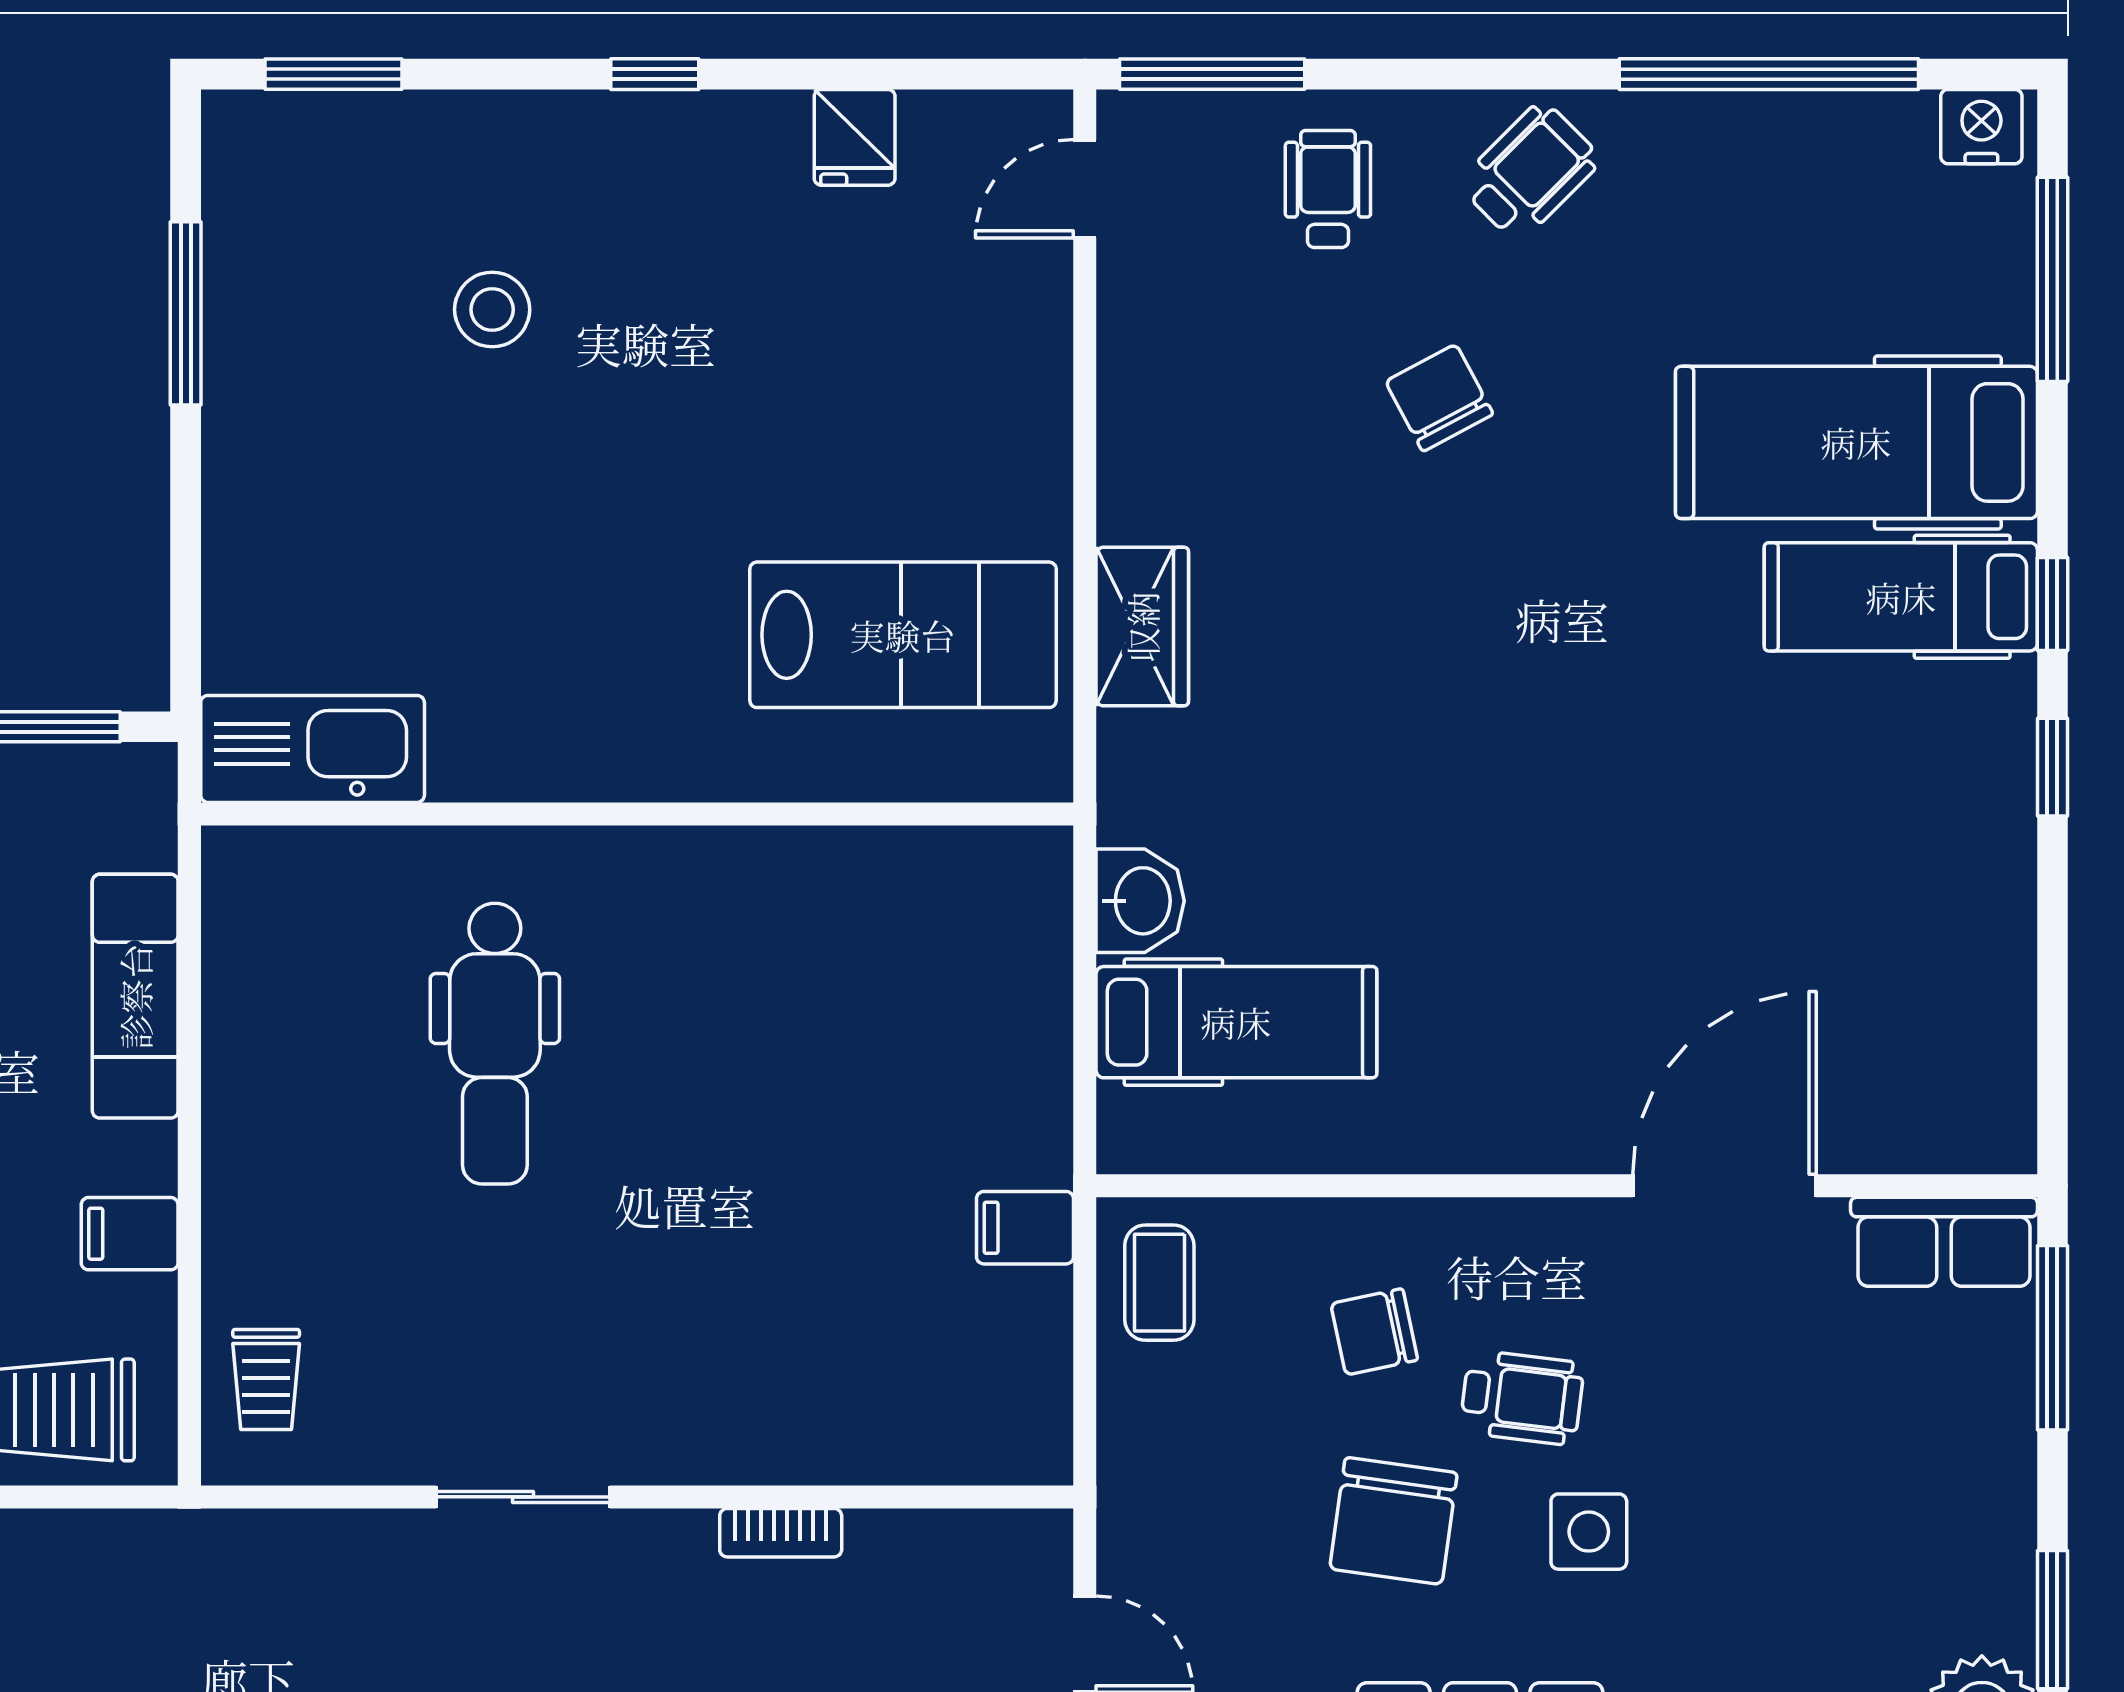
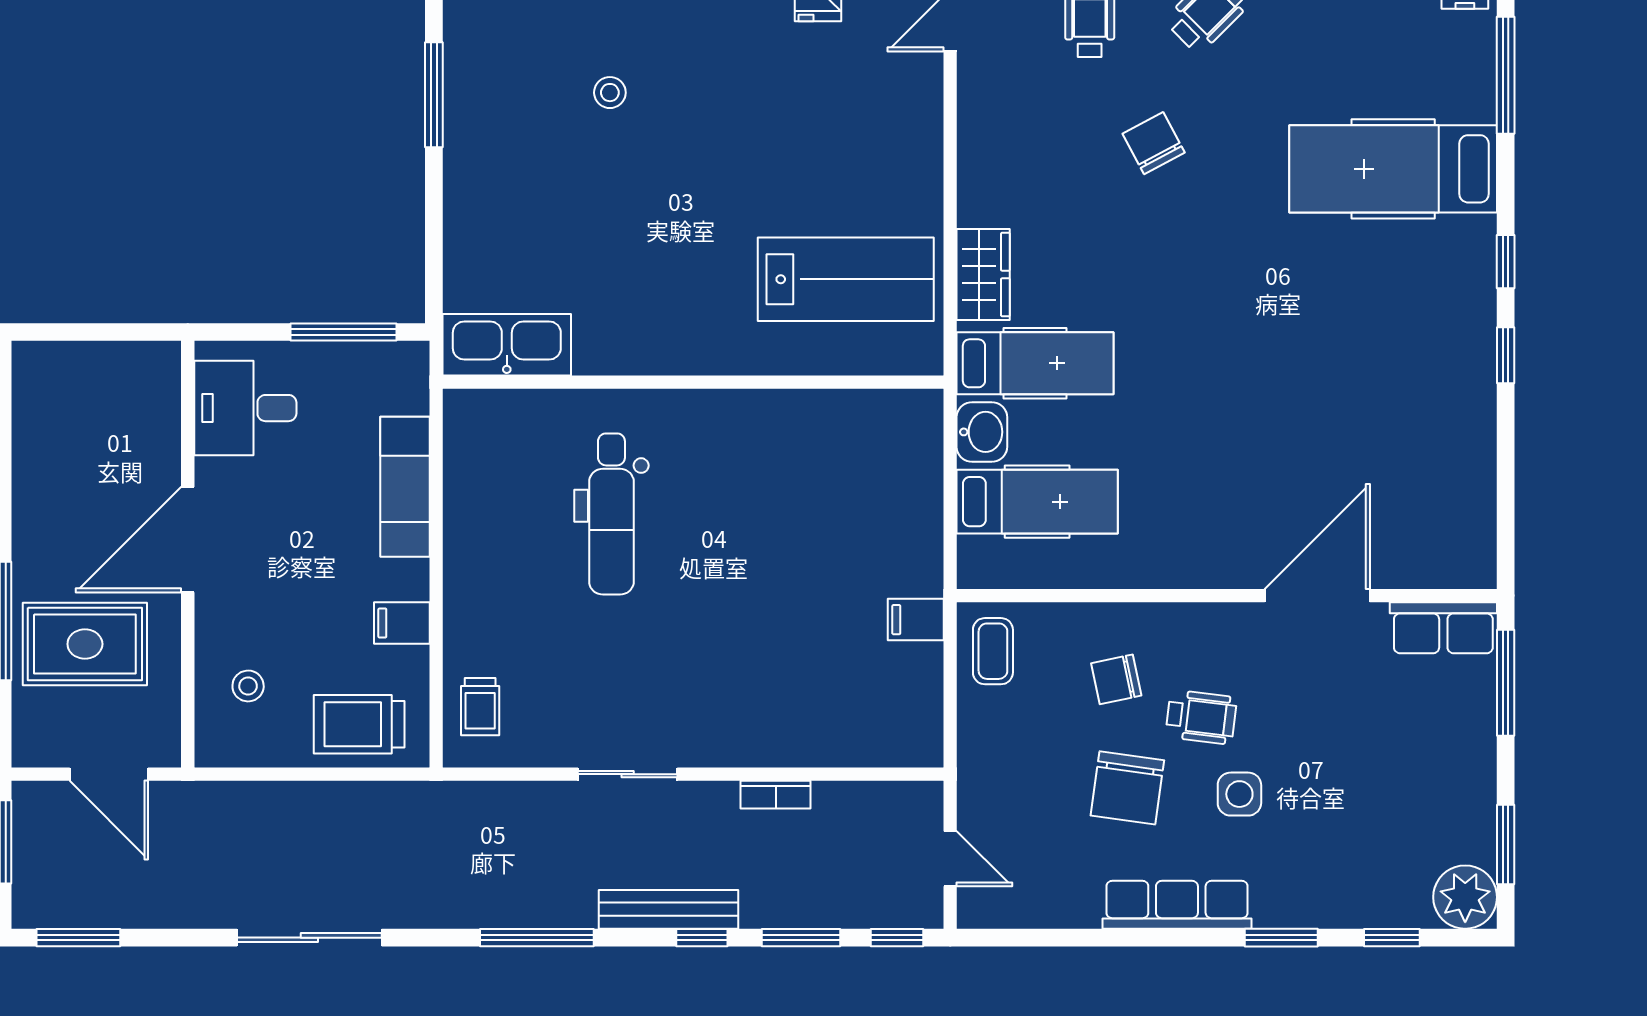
stool: (492, 310) -> (610, 93), width x0.73, depth x0.73
hospital bed: (1901, 597) -> (1035, 363), moved, turned 180

